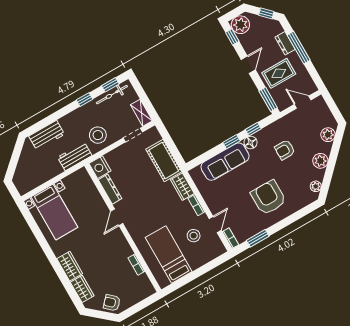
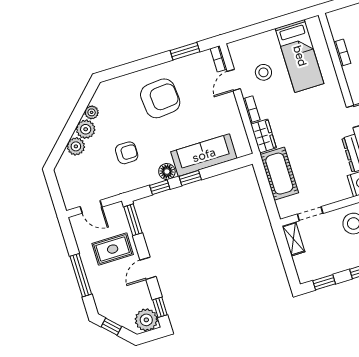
dresser: (285, 43) -> (96, 284), removed
bicycle: (112, 95) -> (325, 270), removed
plant: (328, 135) -> (76, 146), moved
plant: (316, 186) -> (92, 112), moved
armchair: (268, 198) -> (160, 98), turned -95

